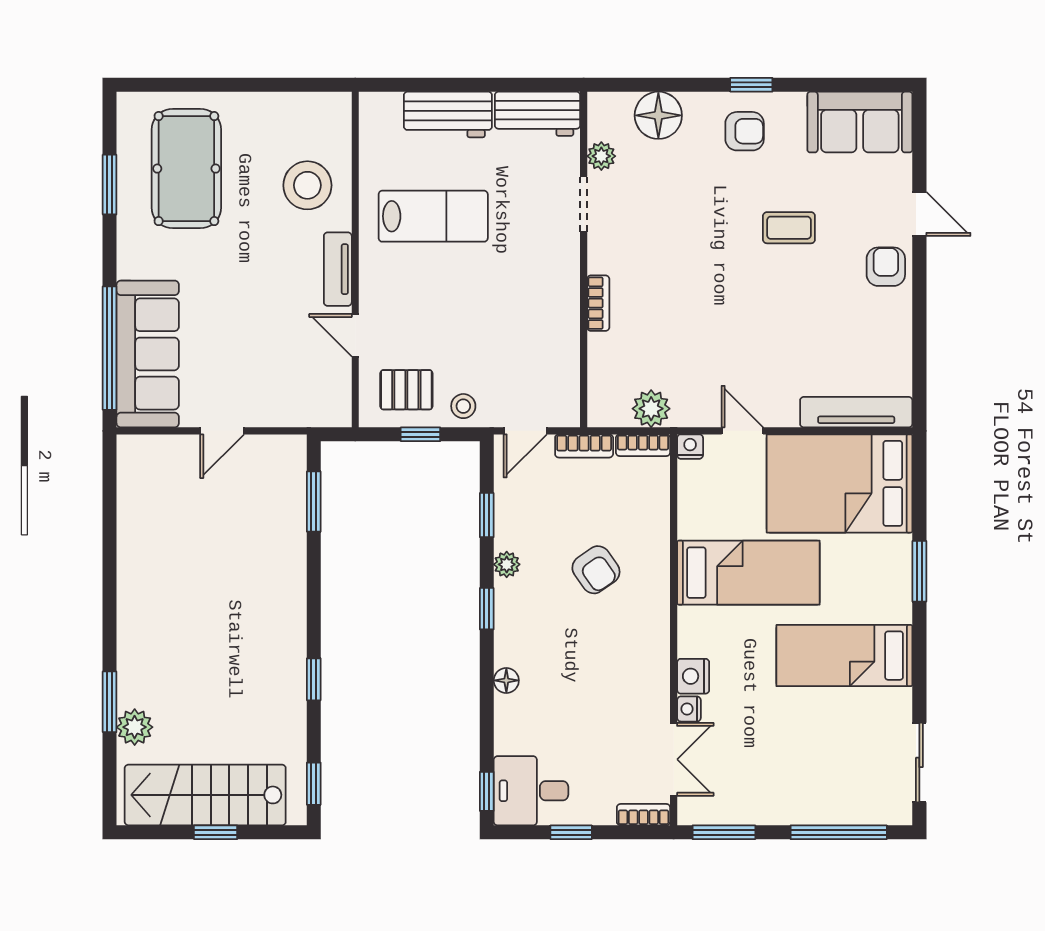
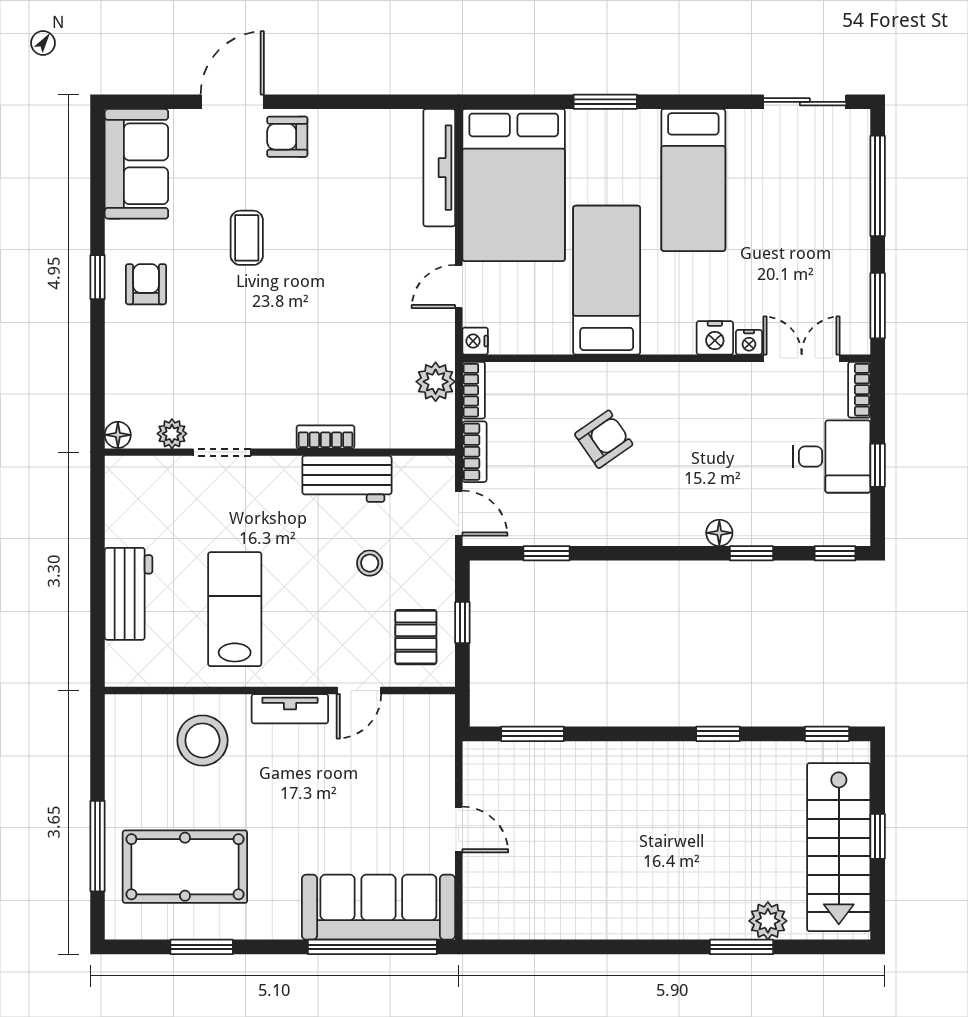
window: (206, 85) -> (98, 846), added
workbench: (537, 114) -> (347, 479), moved, turned 90
floor lamp: (658, 115) -> (118, 435), moved, width x0.53, depth x0.53
door: (919, 214) -> (232, 102), width x1.37
stool: (463, 406) -> (370, 563), moved
plant: (507, 564) -> (598, 532), removed
window: (487, 609) -> (751, 553), moved
desk: (531, 791) -> (832, 457), moved, turned -90

